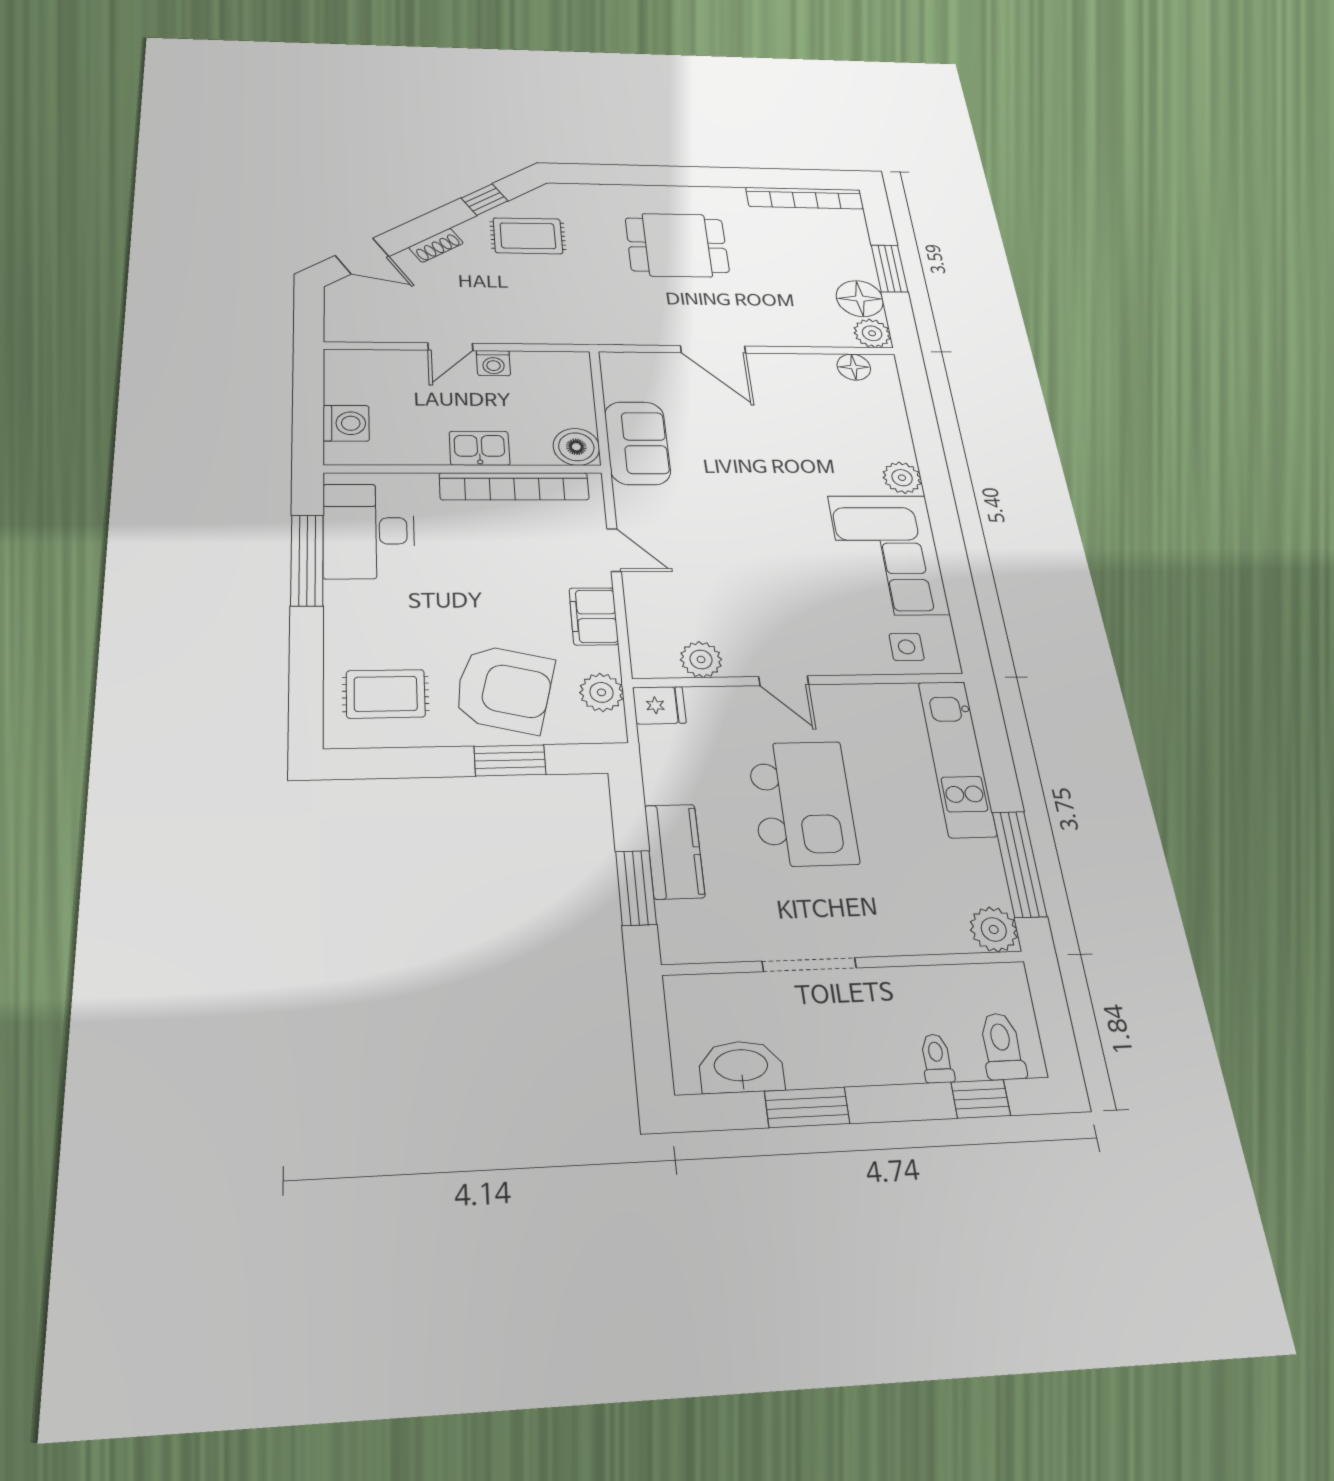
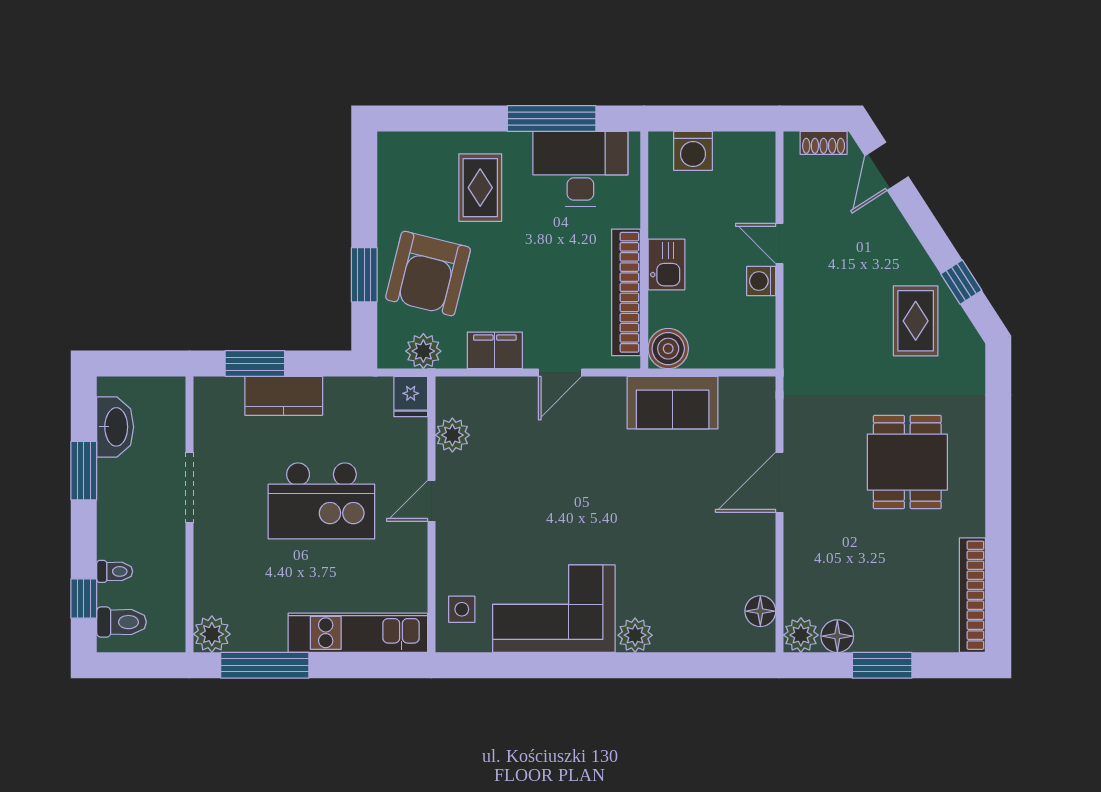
shoe rack: (436, 245) -> (824, 143), moved, turned -57
floor lamp: (860, 299) -> (837, 636), width x0.73, depth x0.73
rug: (386, 694) -> (480, 188), moved

